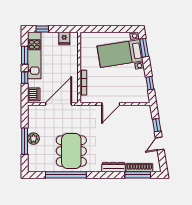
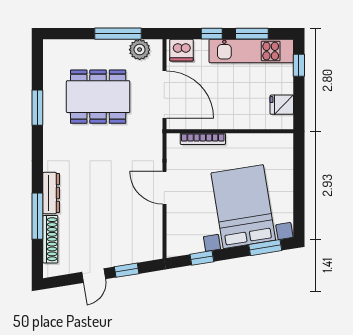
bed with nightstands: (120, 54) -> (243, 207), width x1.36
plant: (33, 139) -> (140, 50), moved
window: (25, 141) -> (118, 34), moved
door: (160, 144) -> (94, 276), swing flipped
dining table: (71, 151) -> (98, 97), moved
window: (66, 175) -> (37, 108), width x0.47
window: (138, 175) -> (37, 216), moved

